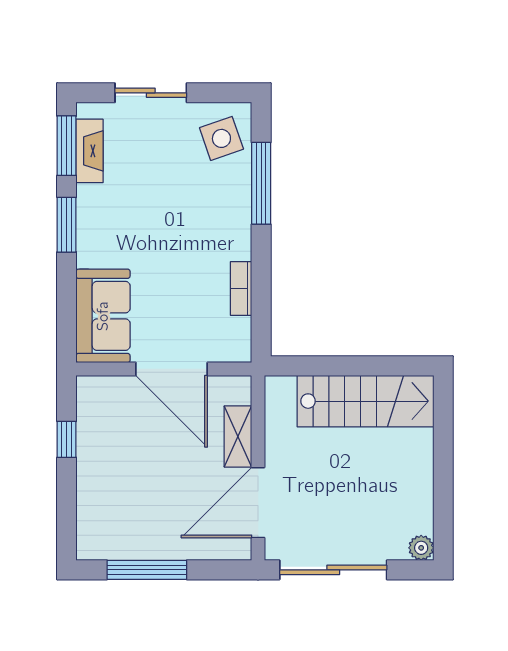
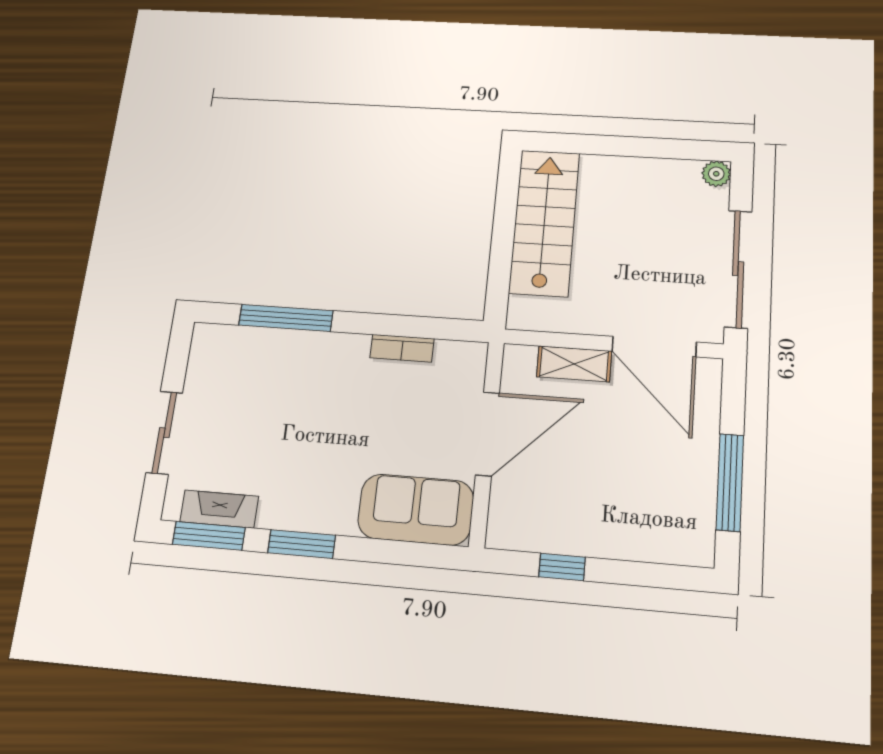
side table: (221, 138) -> (229, 358), removed

